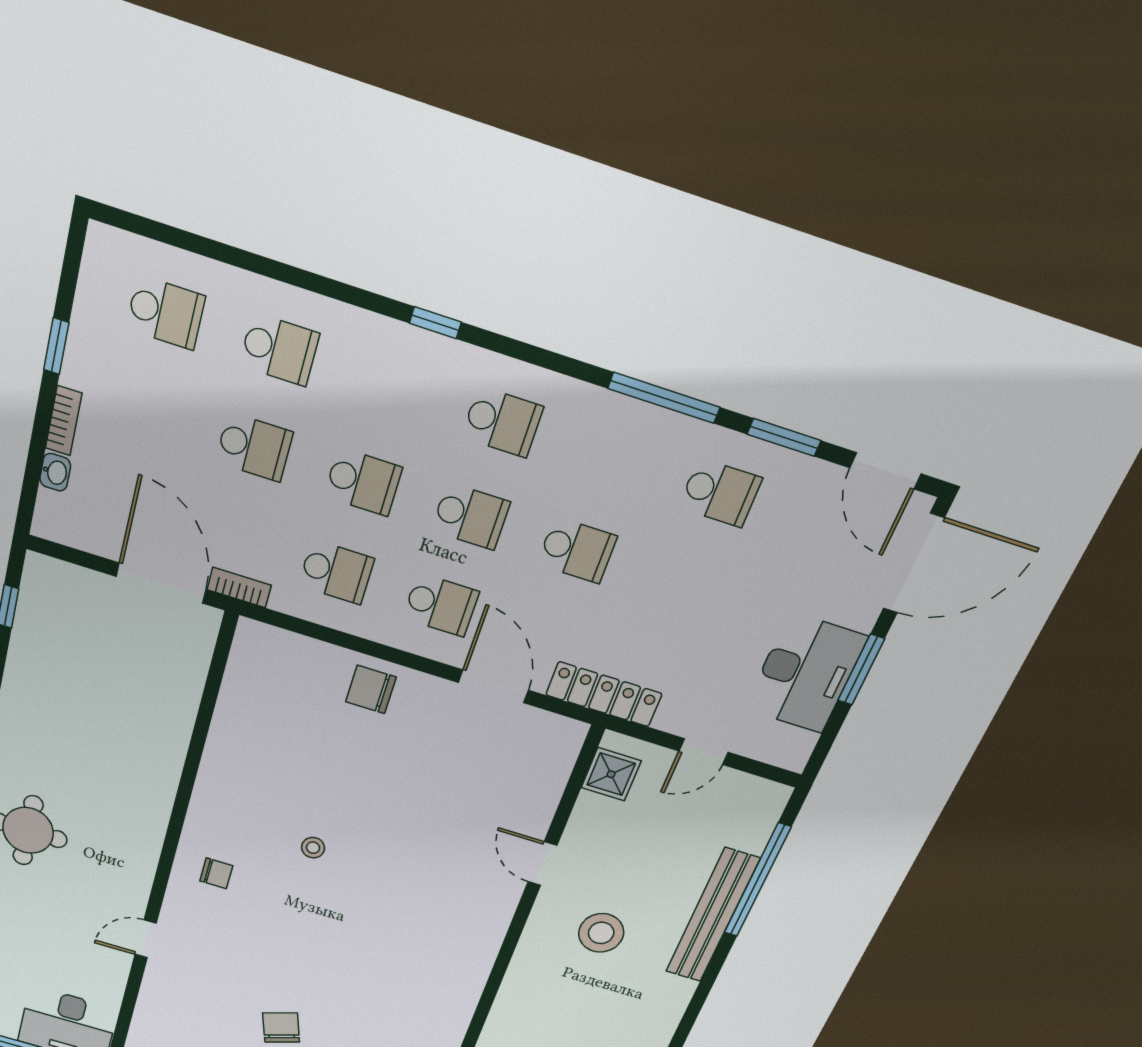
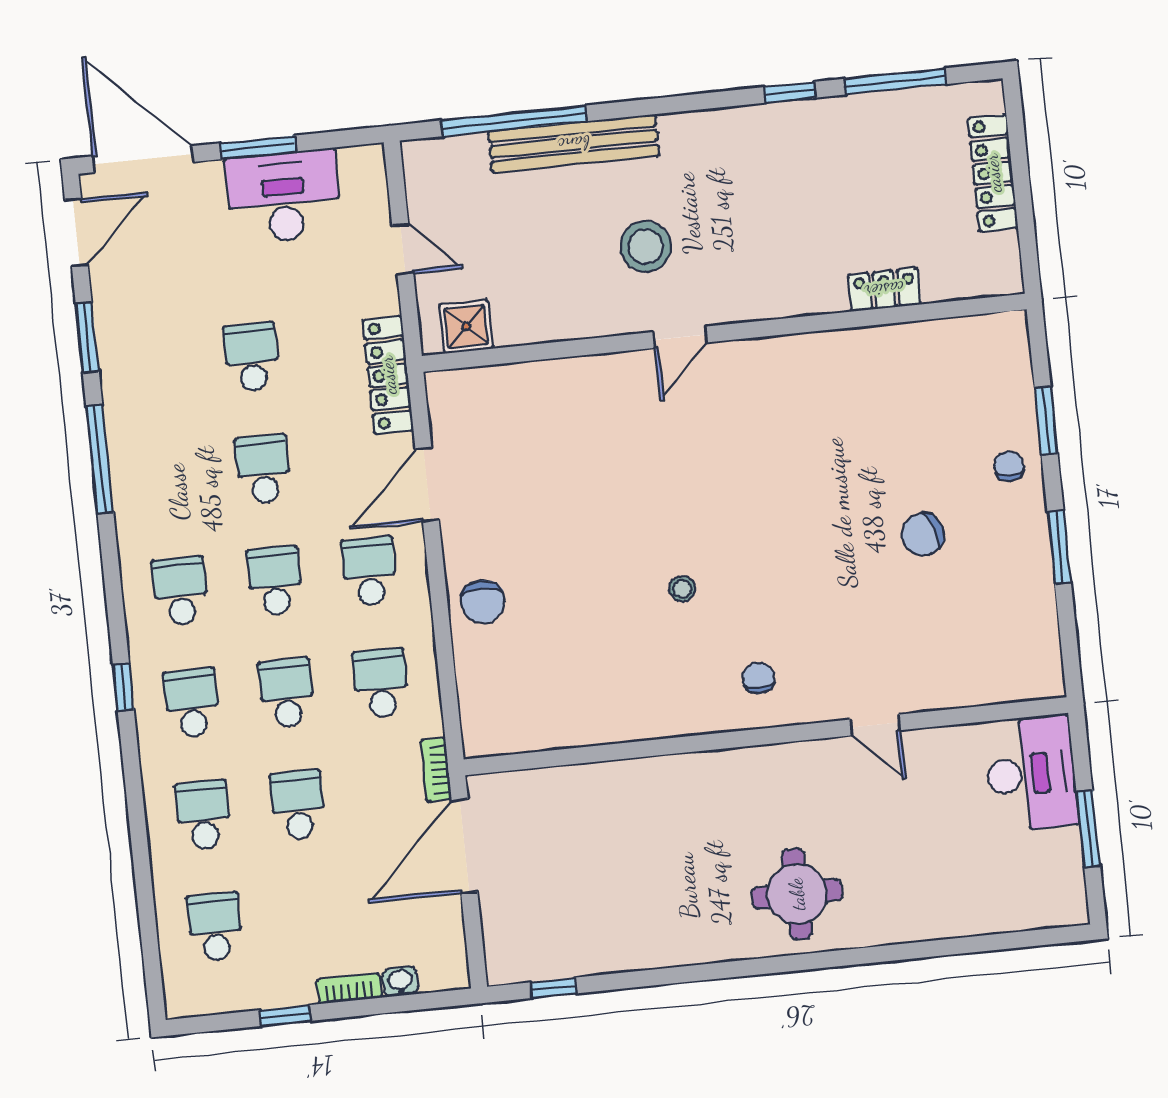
school desk: (391, 386) -> (192, 703), added
school desk: (720, 493) -> (252, 357), moved
door: (542, 864) -> (680, 337), moved

